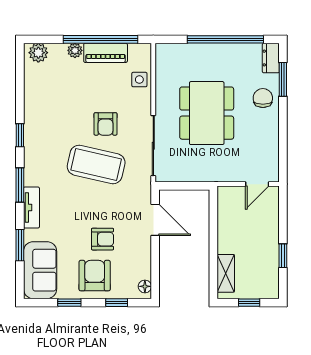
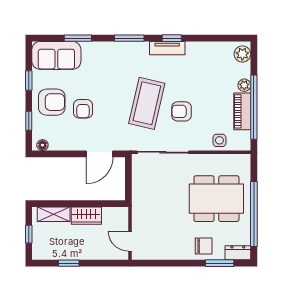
dining table: (207, 113) -> (216, 199), moved
tv unit: (31, 208) -> (167, 48), moved
wardrobe: (227, 235) -> (86, 216), added

